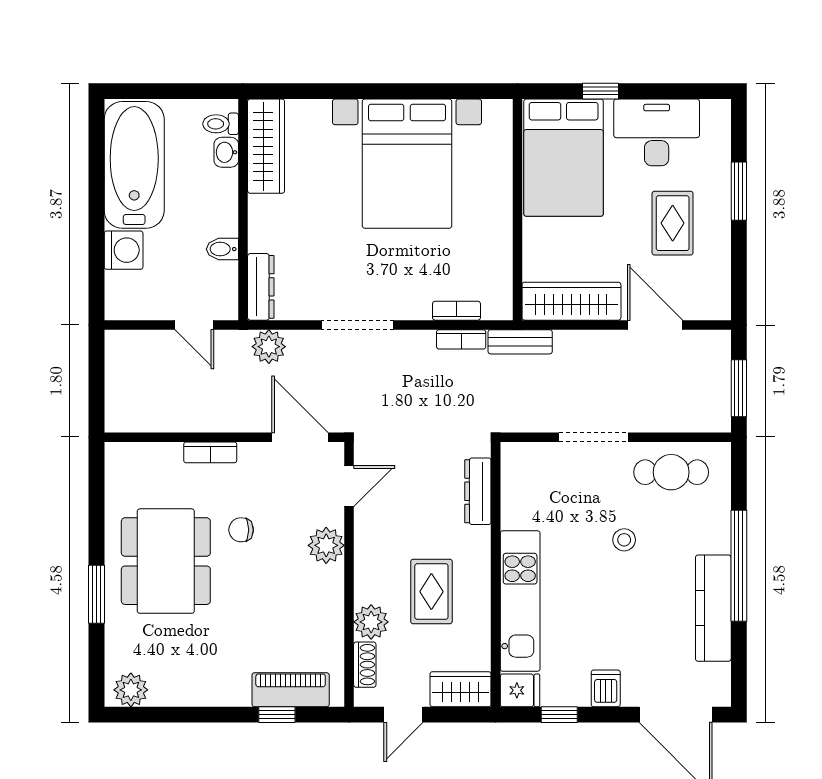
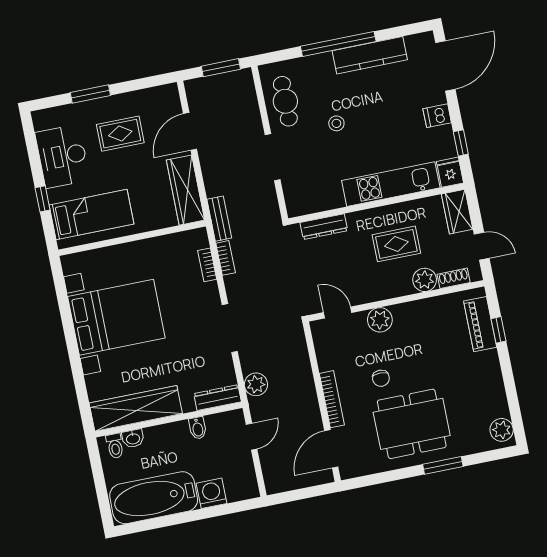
wardrobe: (266, 146) -> (136, 408), width x1.40, depth x1.17
bed: (564, 158) -> (92, 214), width x0.67
door: (300, 437) -> (331, 449), moved
bookcase: (210, 452) -> (332, 399), width x1.56

